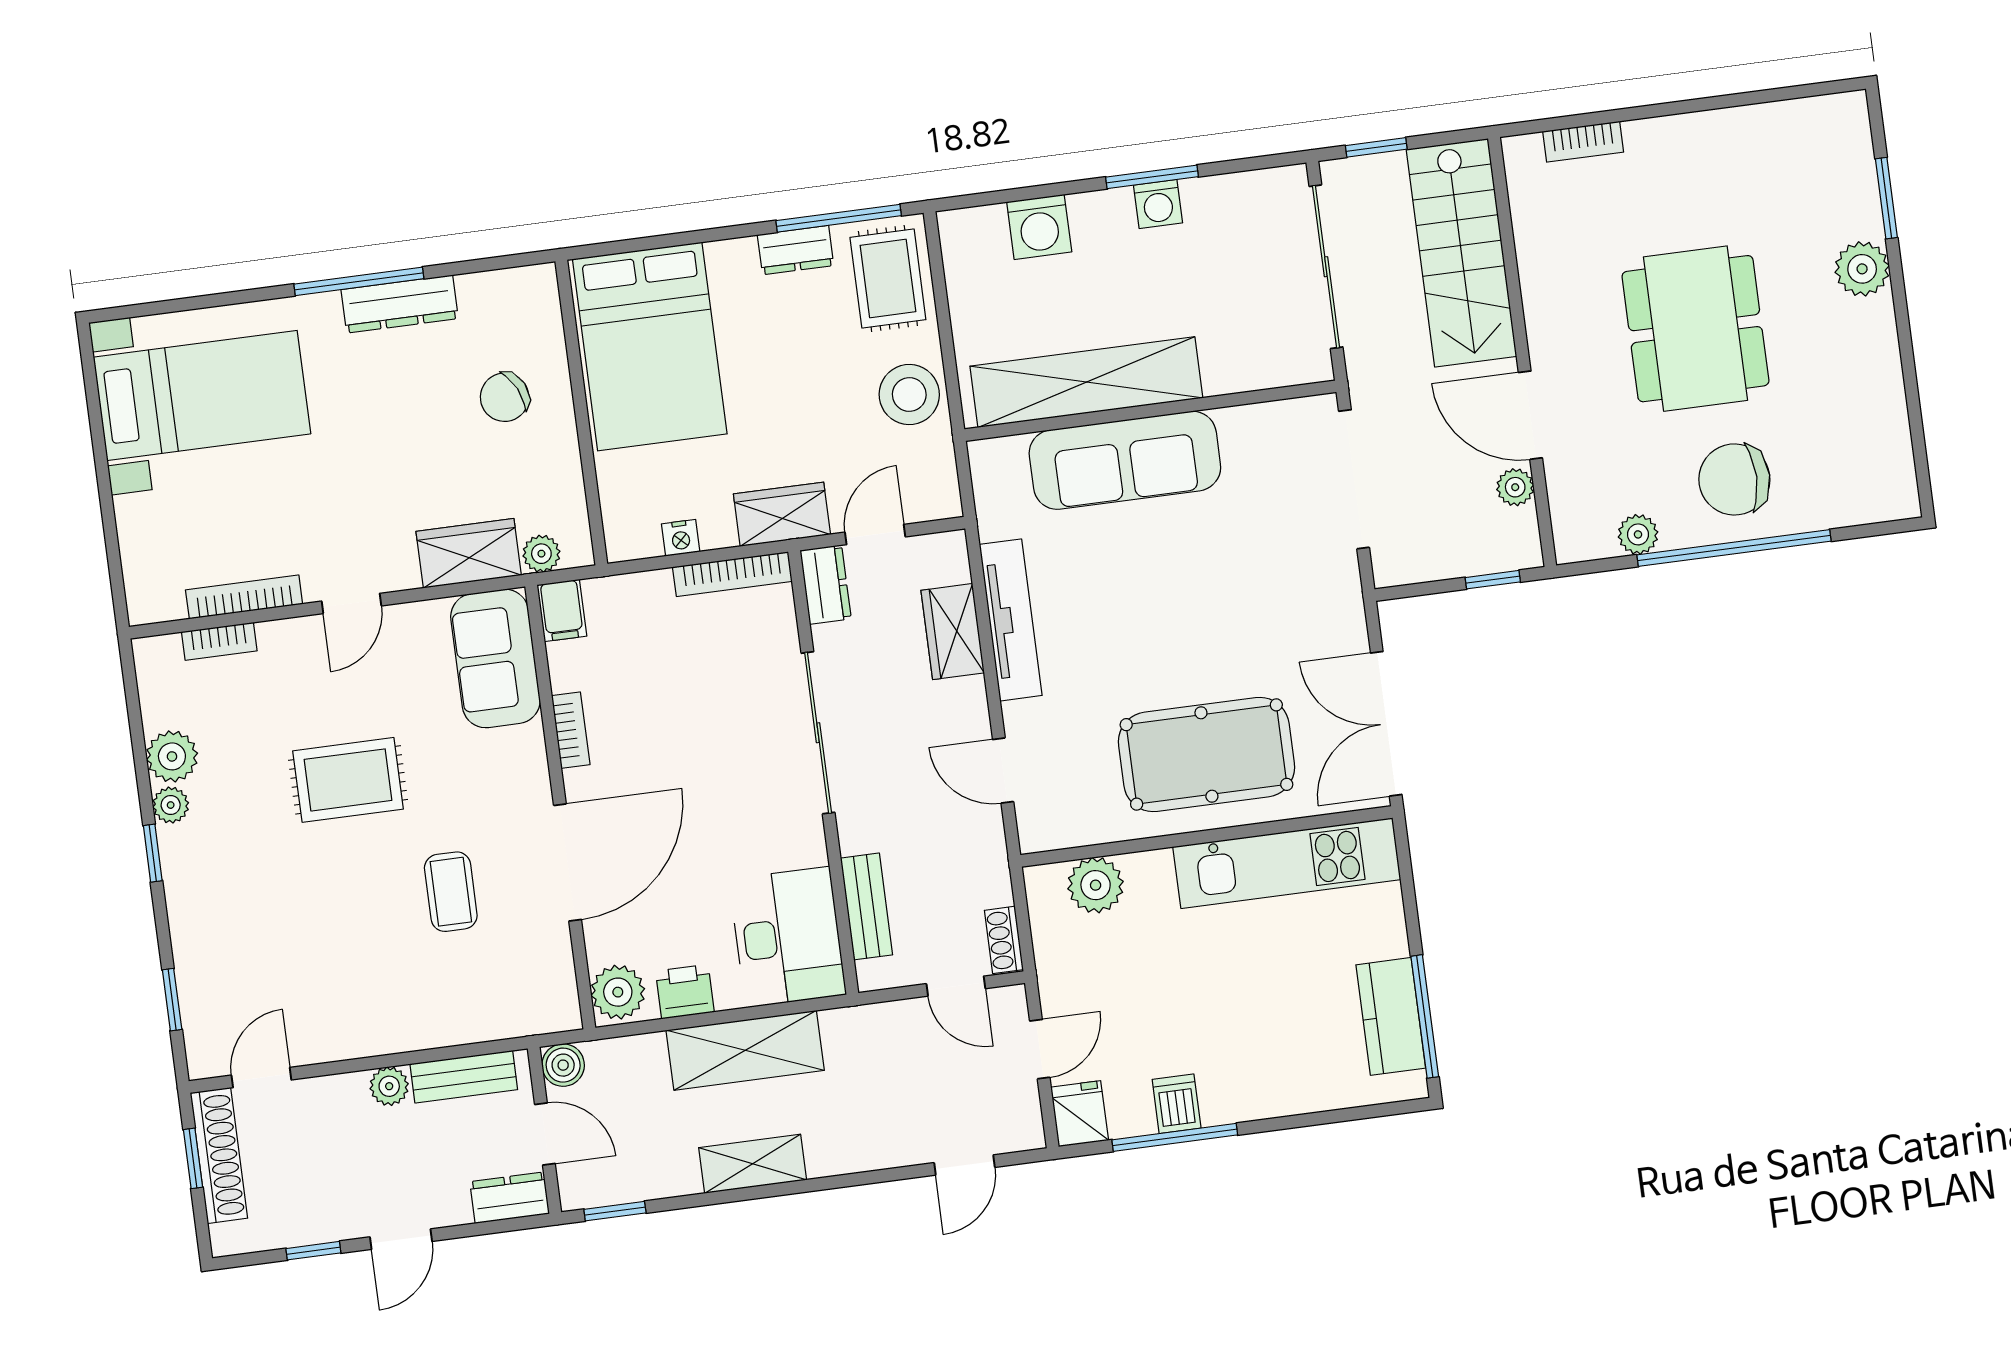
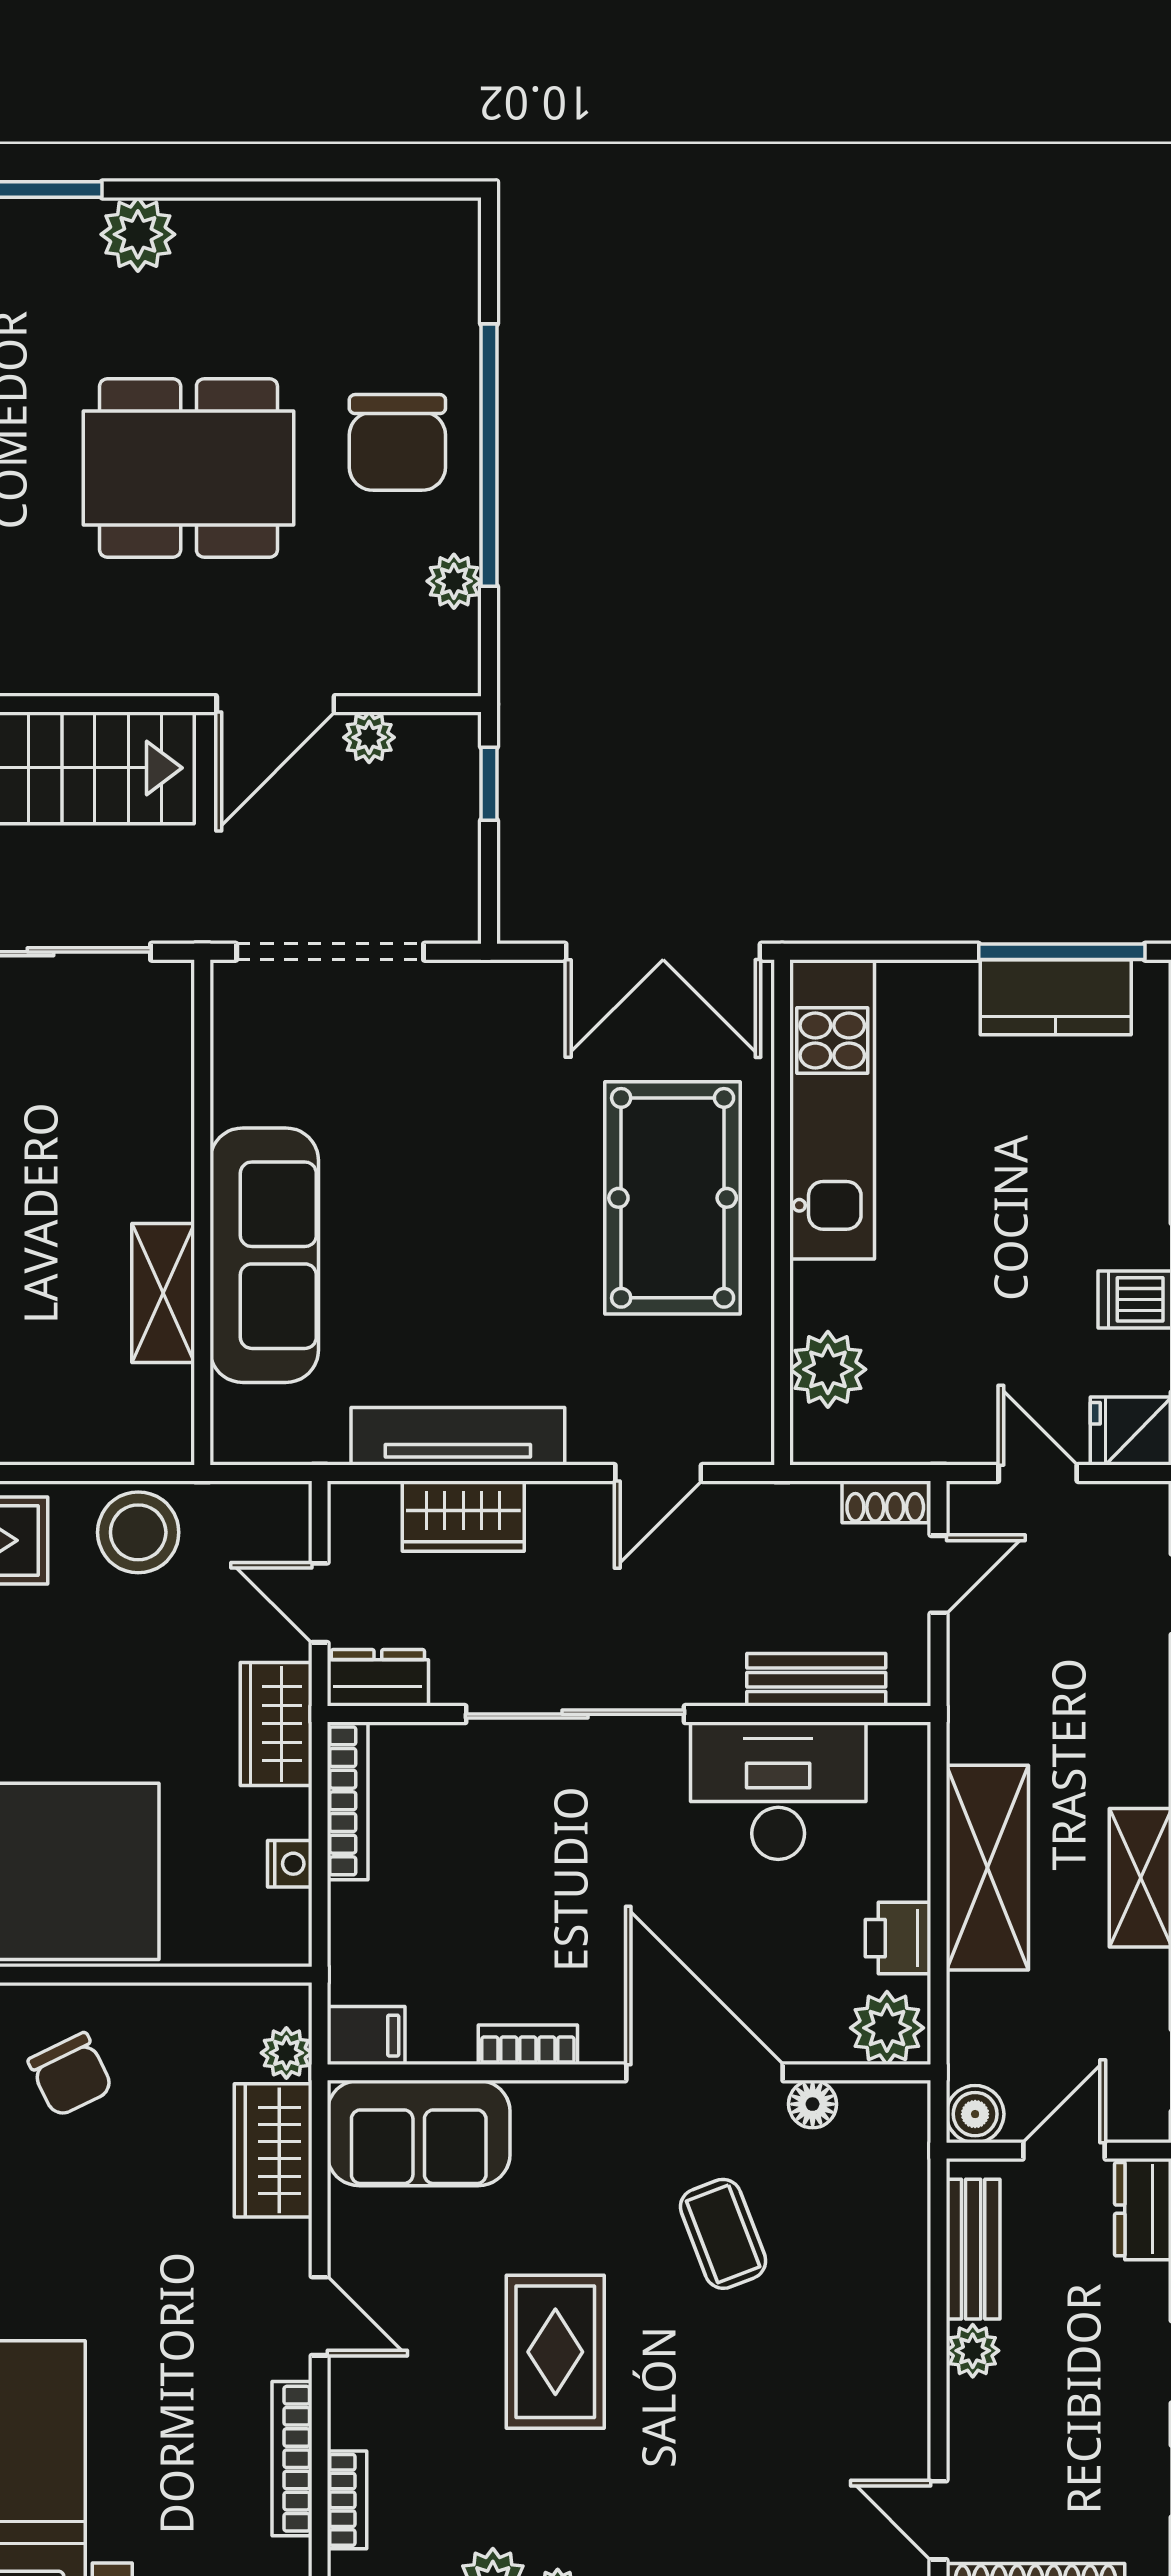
shelving: (1086, 382) -> (163, 1293), width x0.45, depth x0.75
coffee table: (451, 892) -> (723, 2234), turned 69
desk: (788, 937) -> (778, 1791), moved
floor lamp: (555, 945) -> (813, 2104), added

